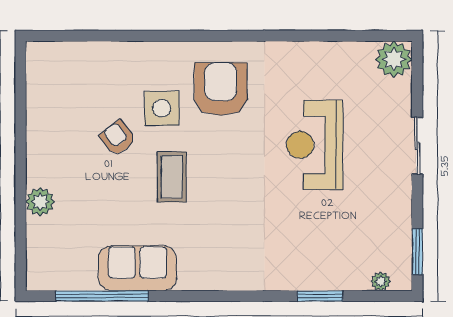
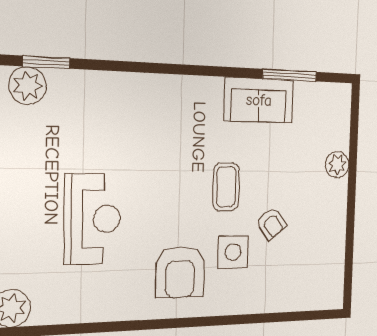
plant: (381, 281) -> (28, 86), width x1.88, depth x1.88
window: (102, 296) -> (290, 75), width x0.68
window: (320, 296) -> (46, 62), moved

